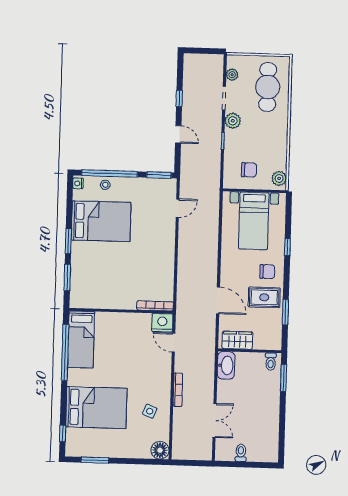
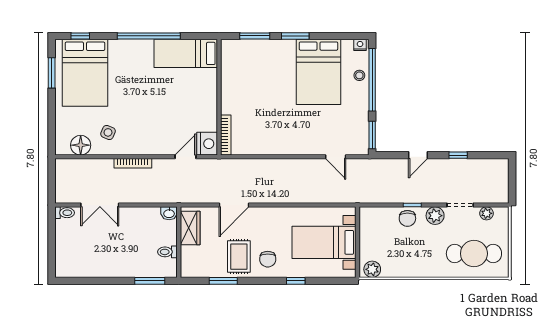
chair: (249, 170) -> (407, 218), moved
window: (65, 352) -> (149, 36), moved
toilet: (271, 362) -> (167, 252), moved
washbasin: (226, 365) -> (169, 213), width x0.52, depth x0.69
bed: (96, 408) -> (85, 73), moved
floor lamp: (160, 450) -> (81, 145), moved
toilet: (241, 453) -> (65, 213), moved

